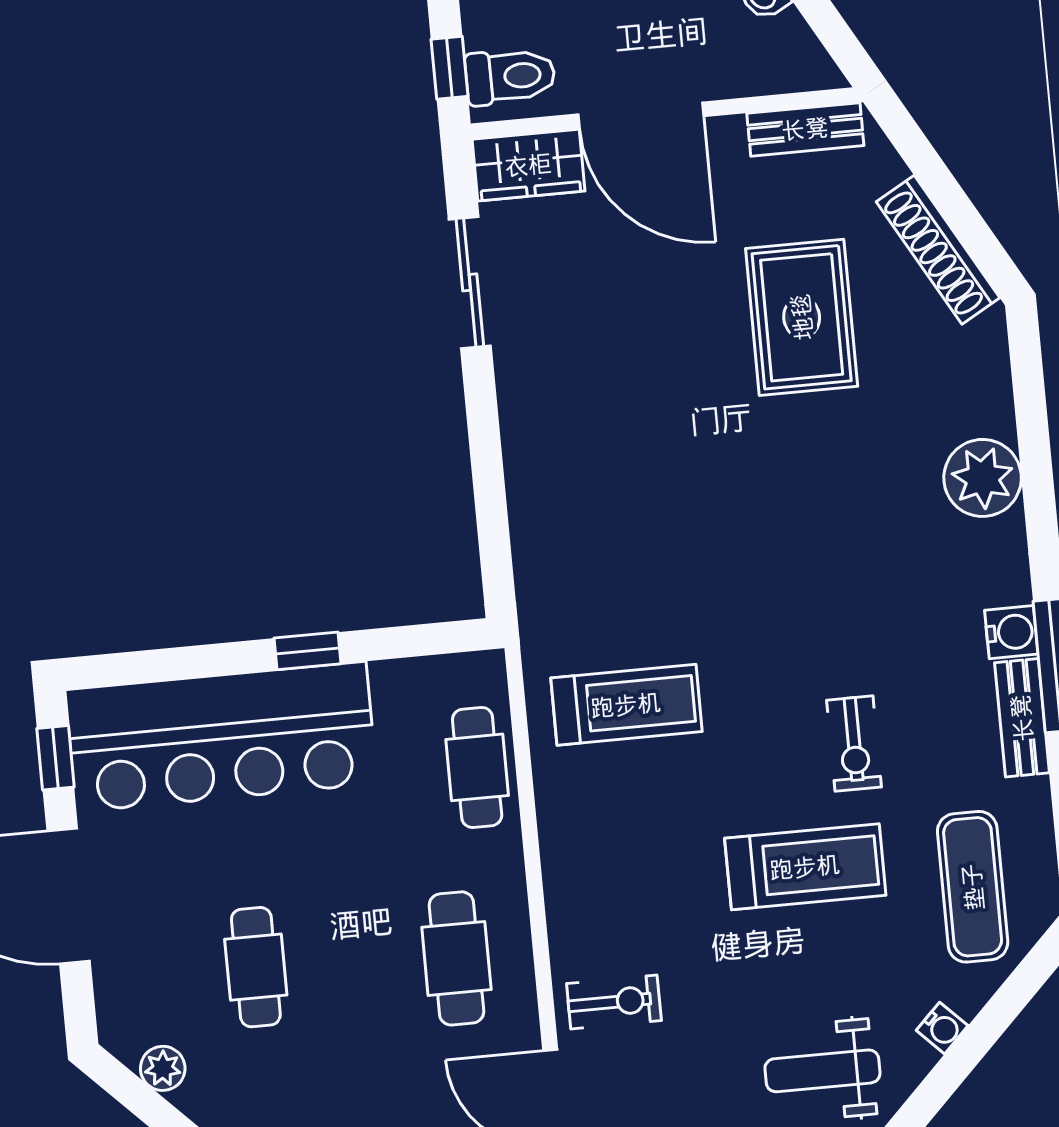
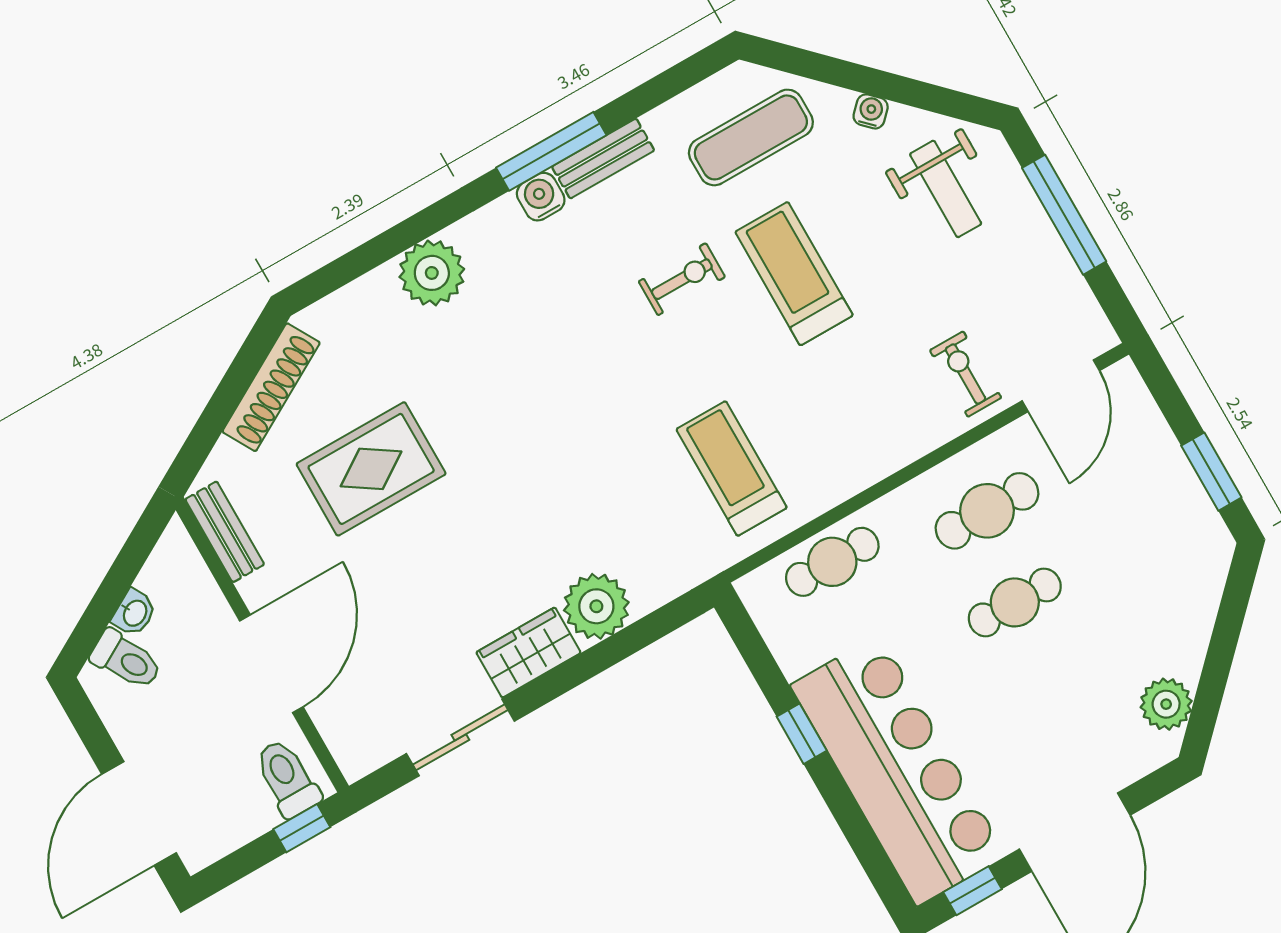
wardrobe: (528, 165) -> (528, 652), moved, turned -90
plant: (544, 492) -> (596, 606), added
cafe table: (256, 967) -> (1015, 602), moved
plant: (163, 1068) -> (1166, 704), width x1.38, depth x1.38

